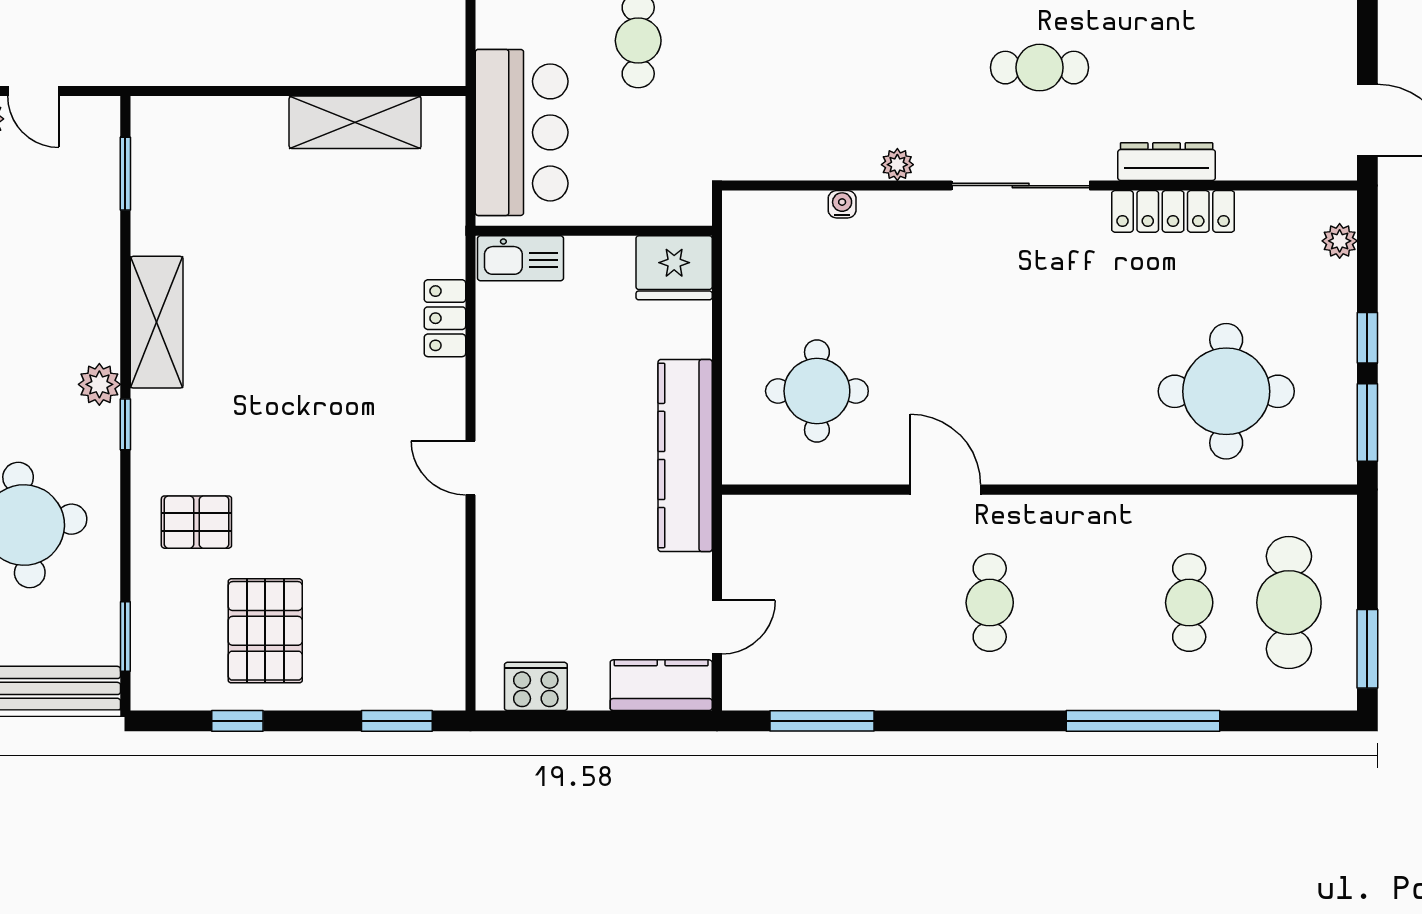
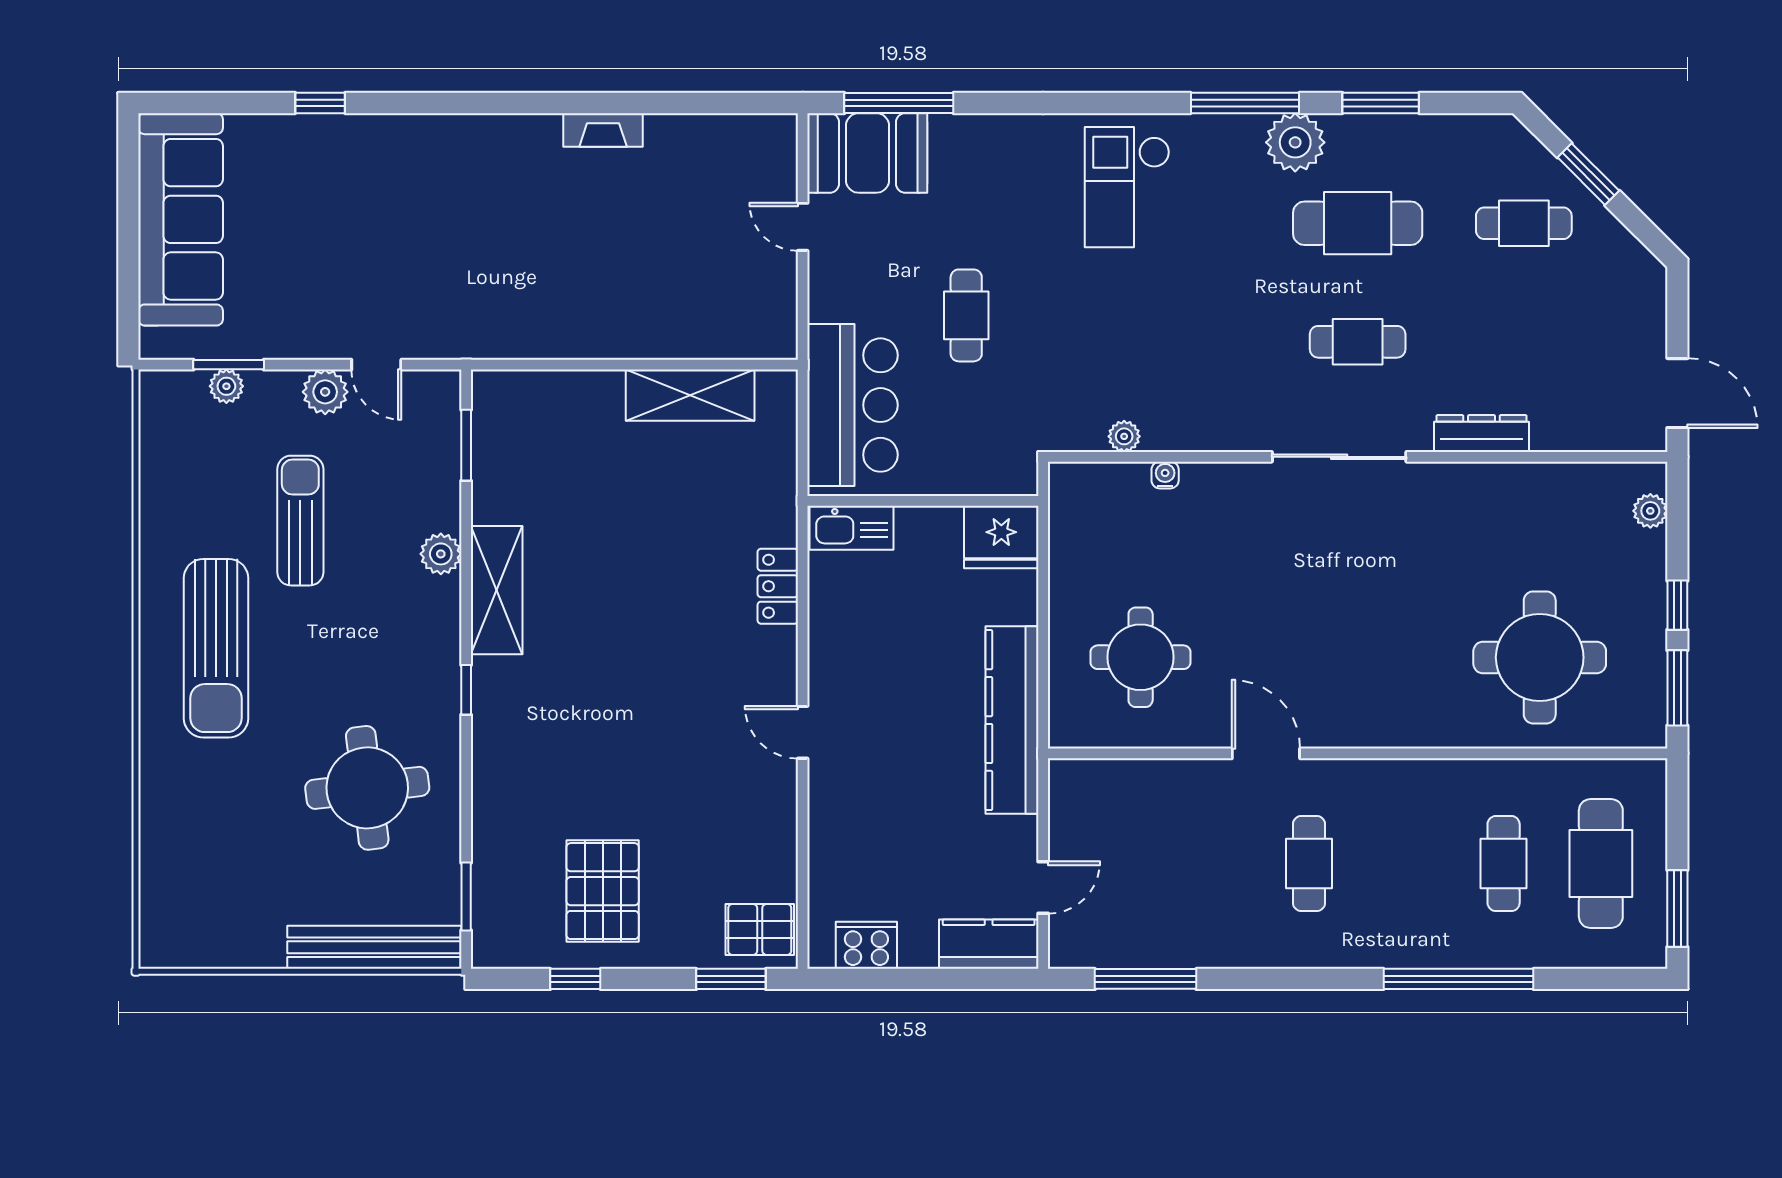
plant: (897, 165) -> (1124, 436), moved
locker: (1173, 211) -> (1488, 482), removed
plant: (99, 384) -> (441, 554), moved
pallet: (196, 522) -> (760, 929), moved

